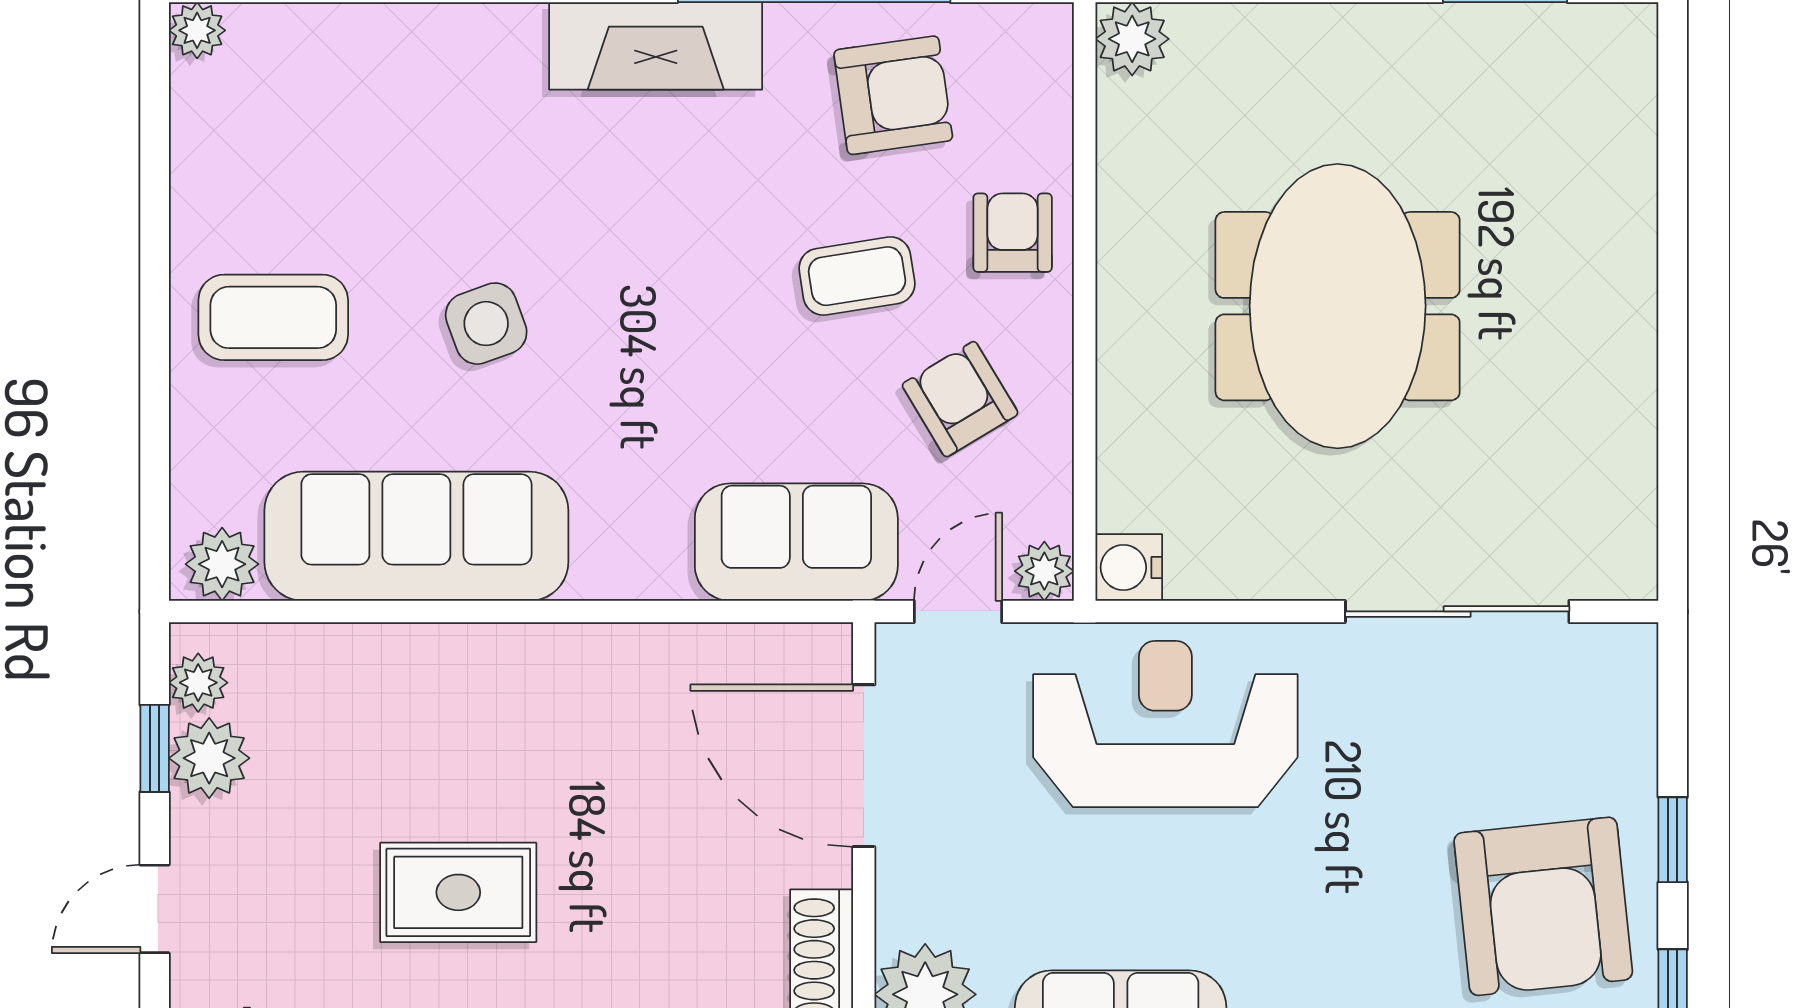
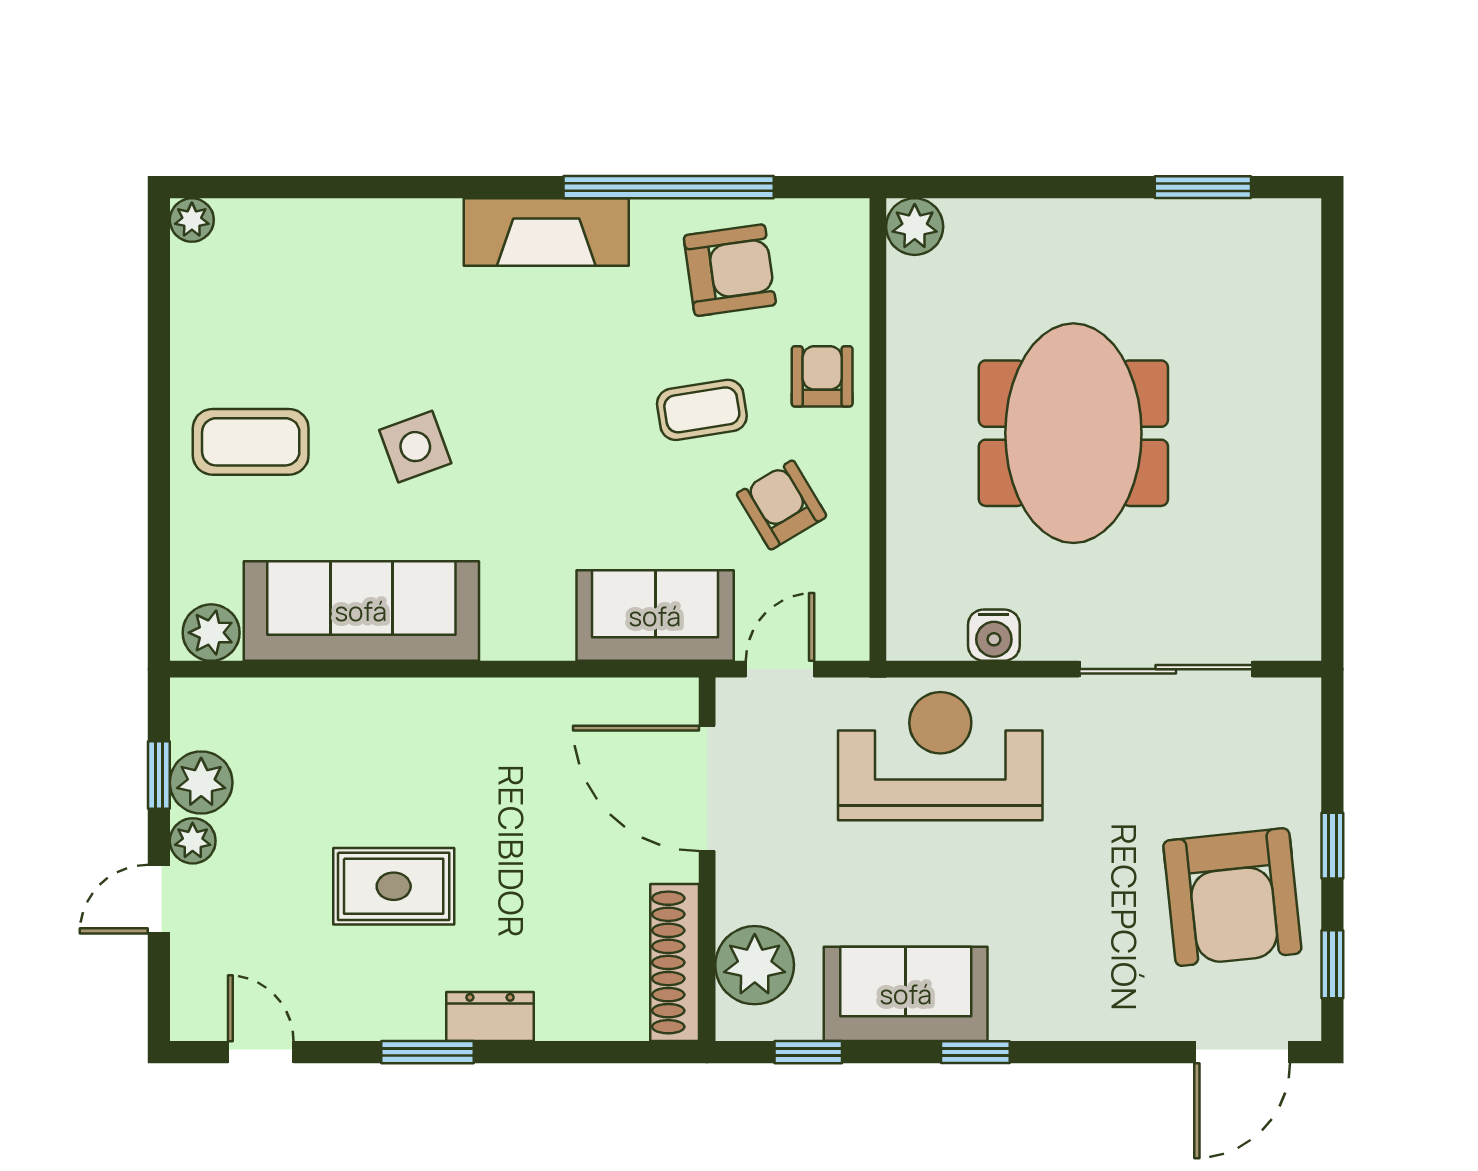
water cooler: (1129, 567) -> (994, 635), moved, turned -90
plant: (1044, 571) -> (847, 638), removed
plant: (198, 683) -> (193, 841), moved

